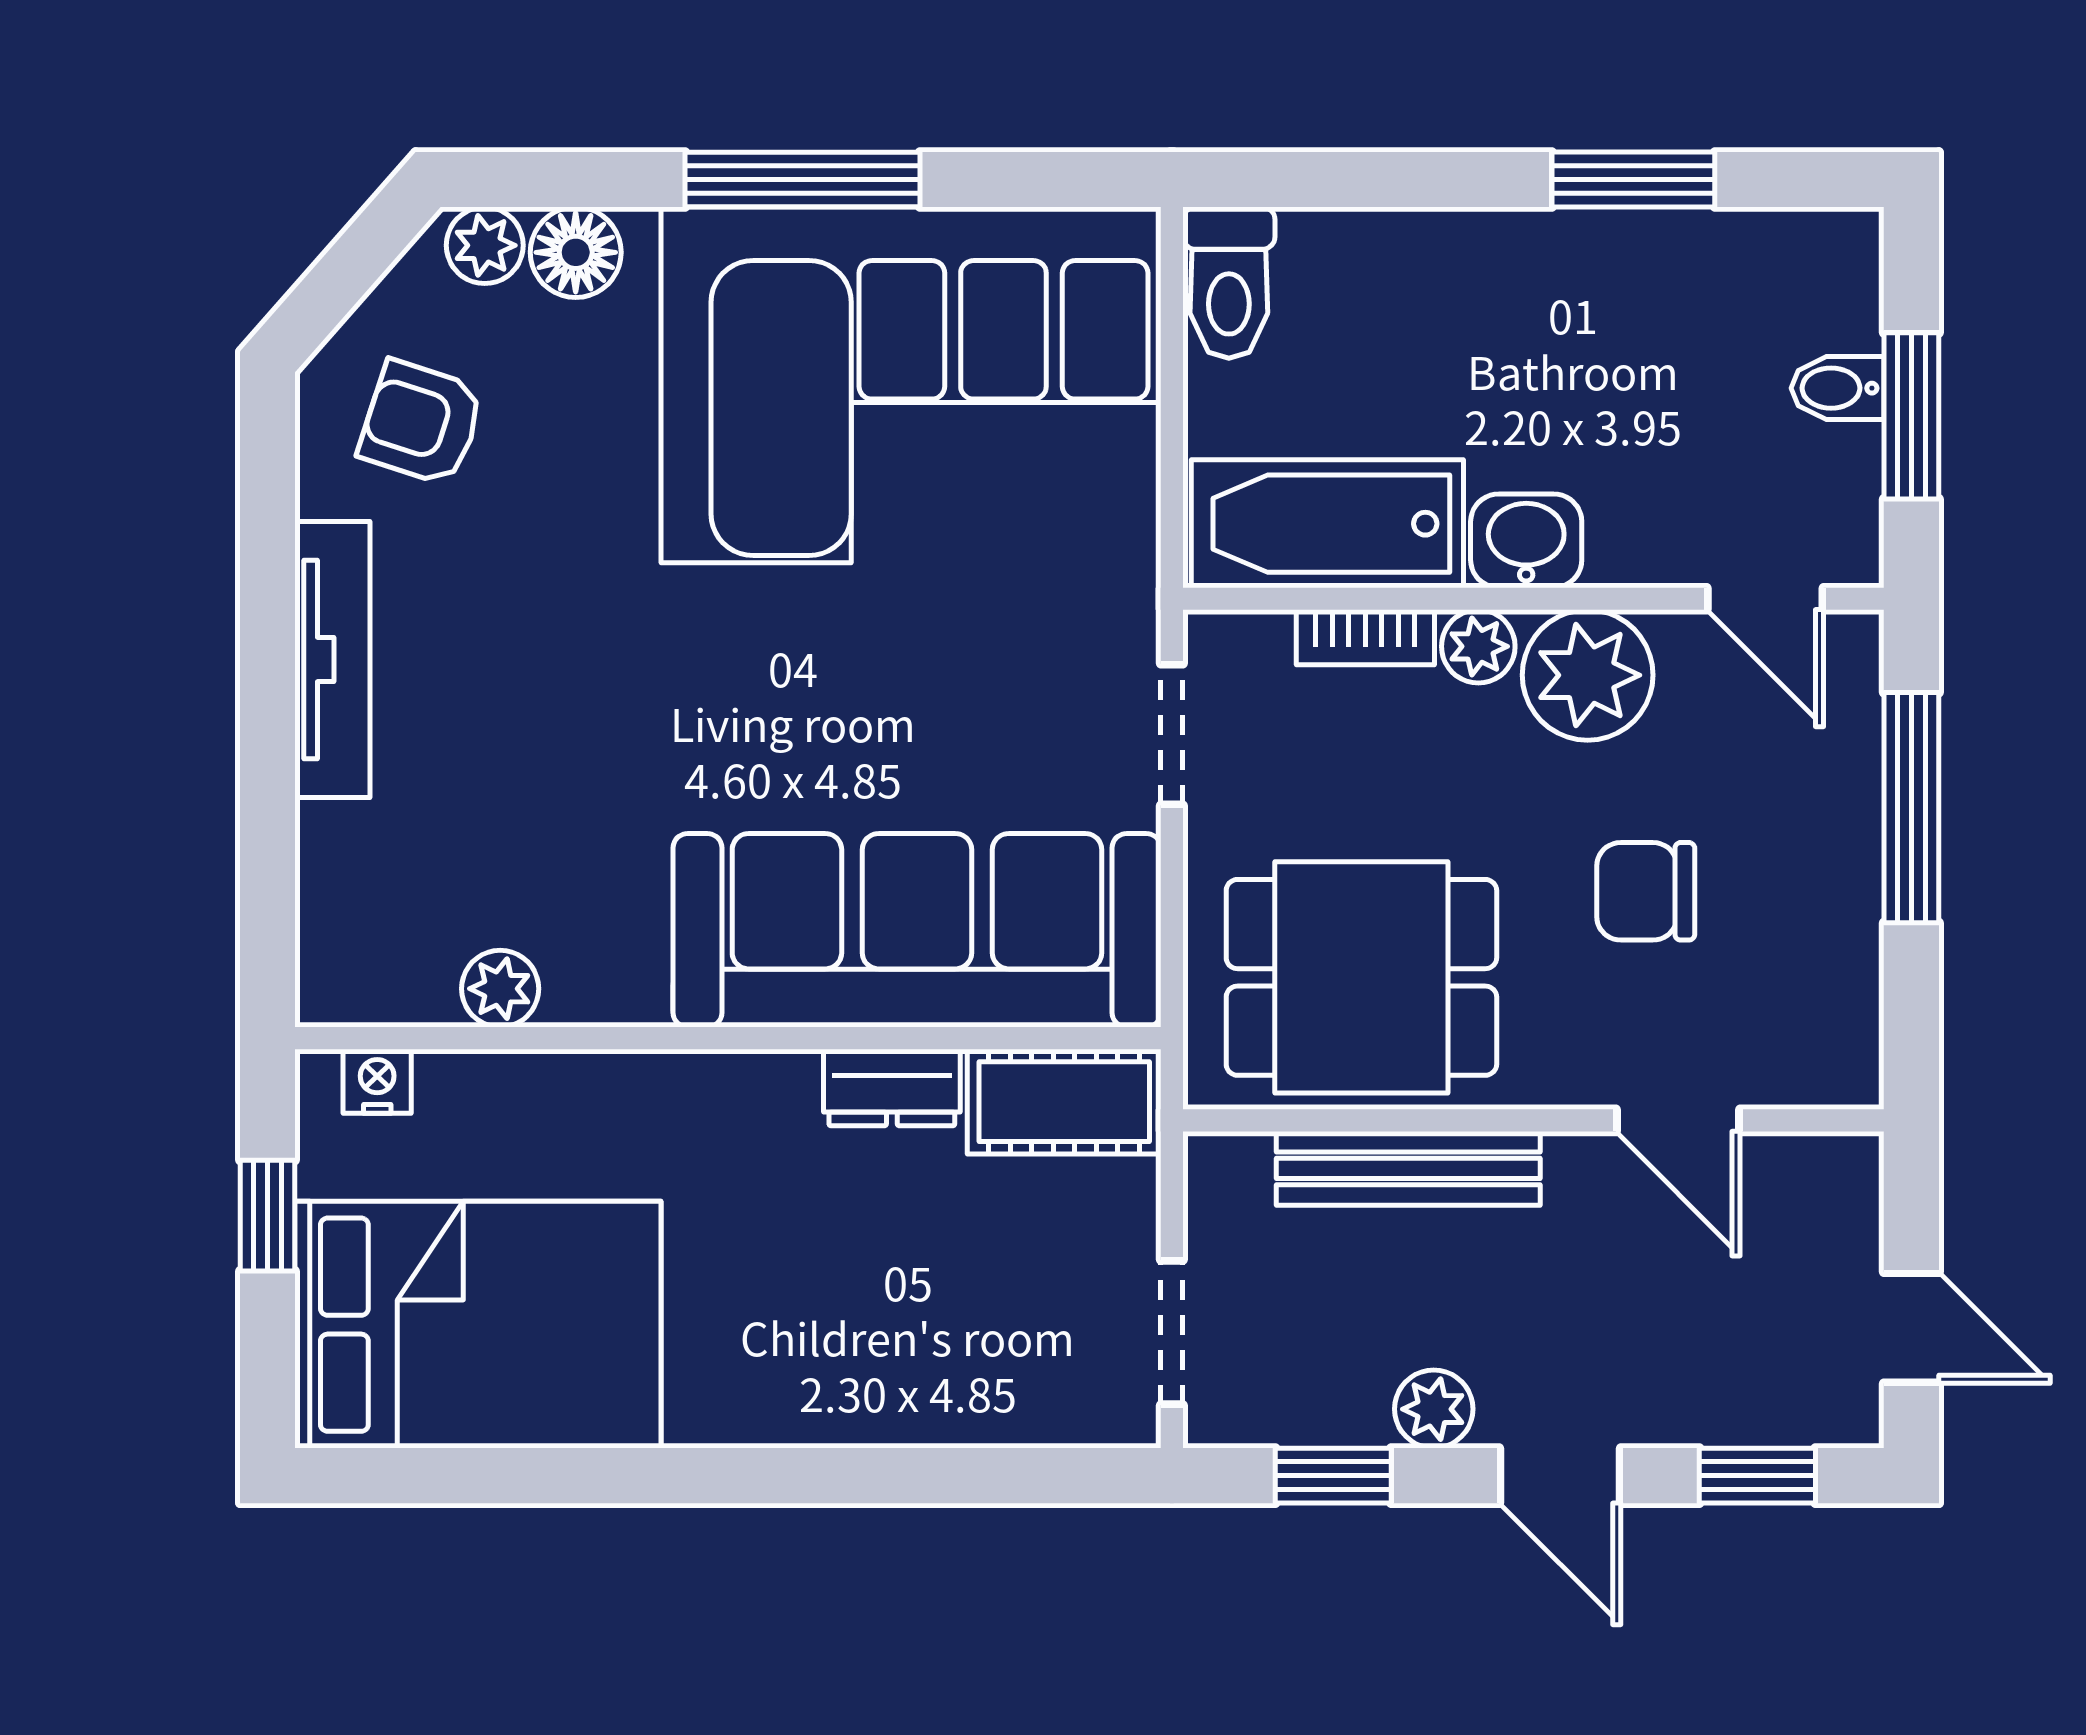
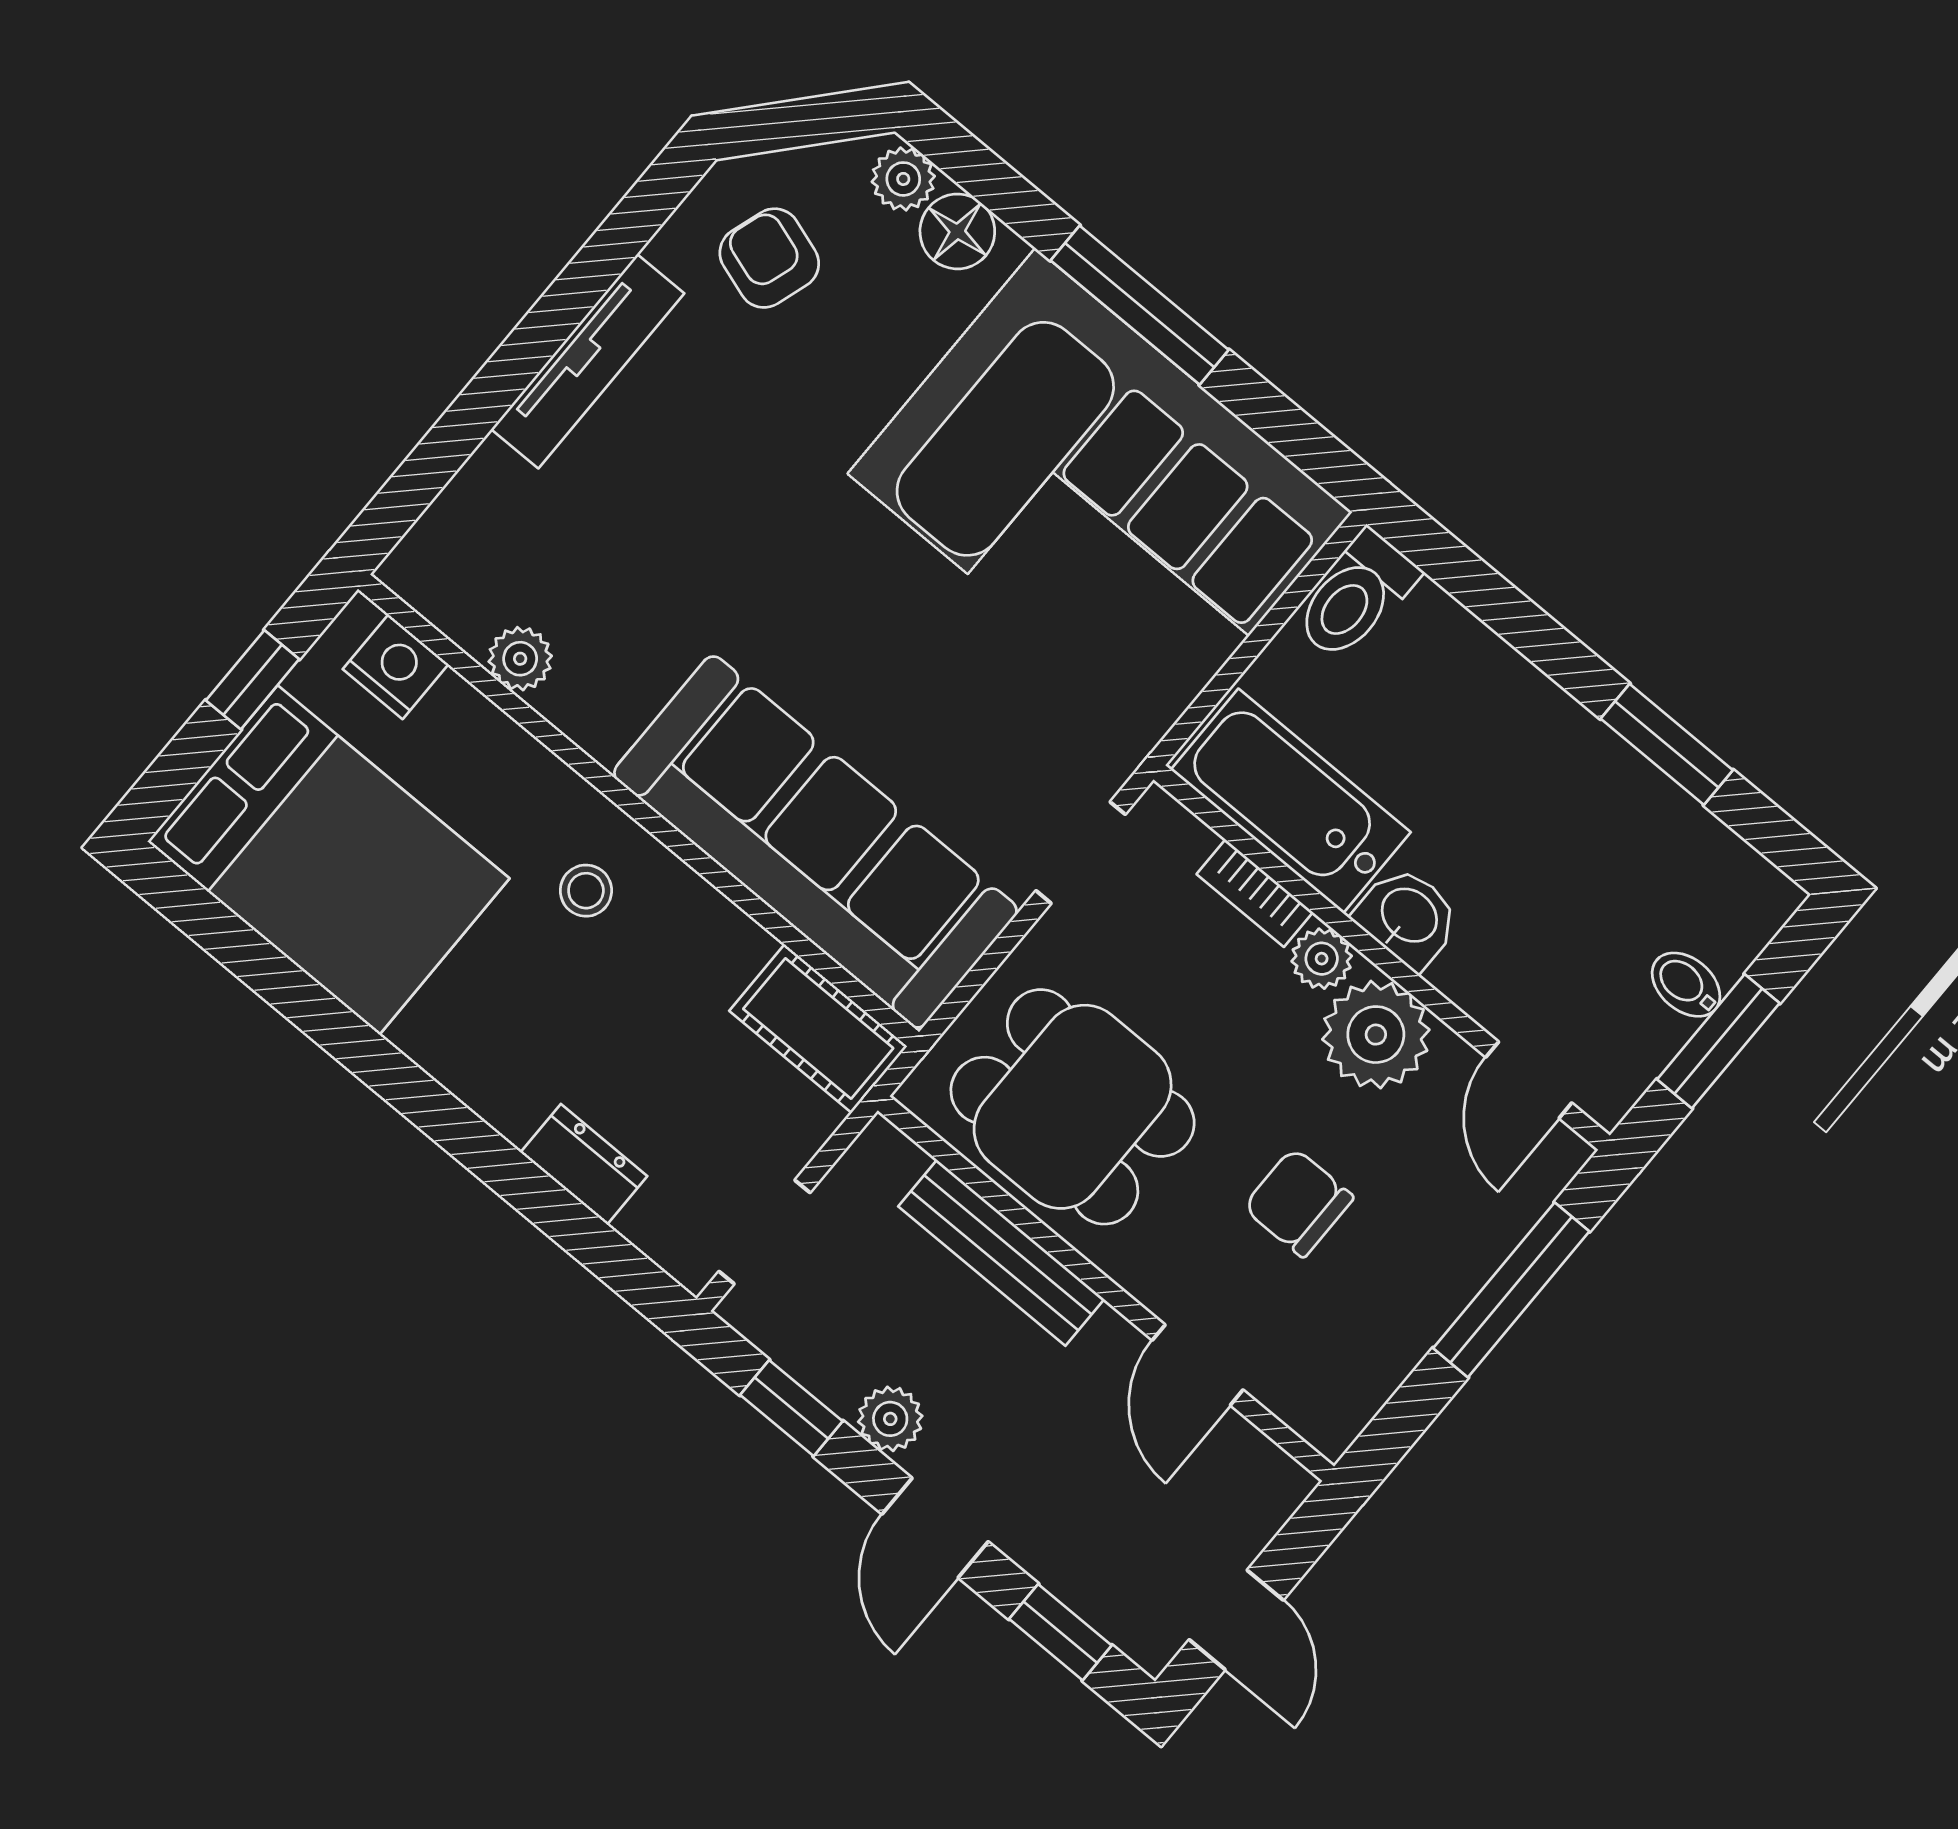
nightstand: (377, 1081) -> (396, 667), width x1.39, depth x1.35
dresser: (892, 1088) -> (584, 1164), moved, turned 180
stool: (741, 1153) -> (586, 891), added

